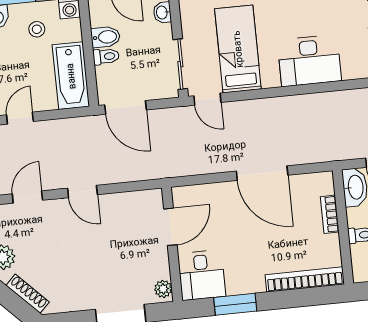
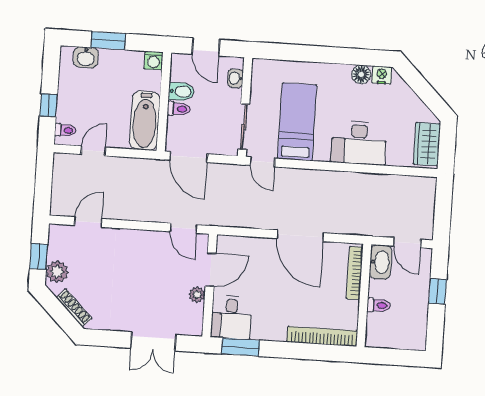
stool: (37, 29) -> (121, 74), removed
door: (82, 191) -> (184, 228), moved
bookcase: (330, 214) -> (355, 273), width x1.56
plant: (163, 289) -> (197, 295), moved
window: (235, 304) -> (241, 347), moved

